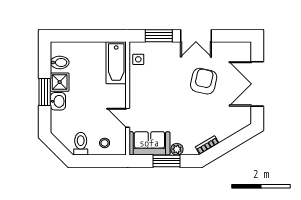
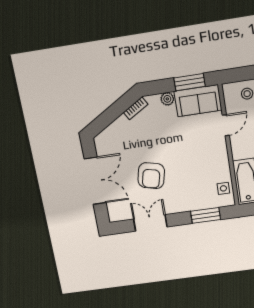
double door: (196, 36) -> (150, 223), moved
door: (128, 118) -> (226, 125), hinge flipped
window: (167, 161) -> (190, 82), moved

